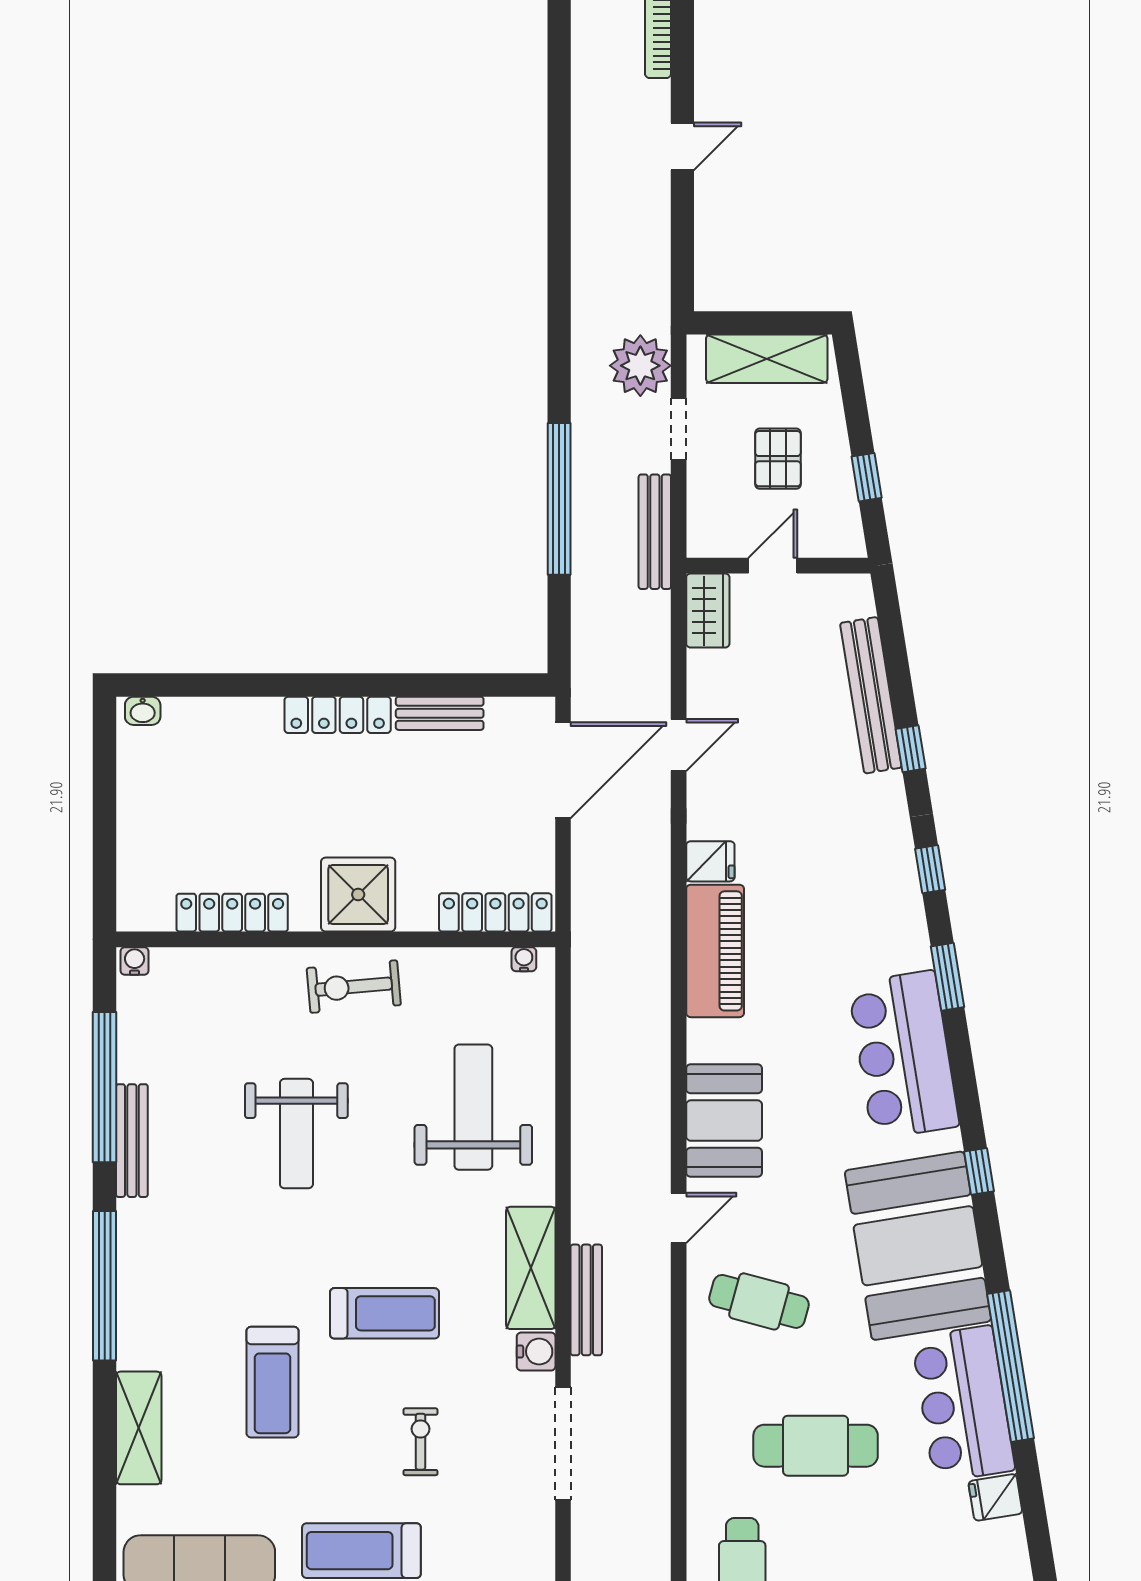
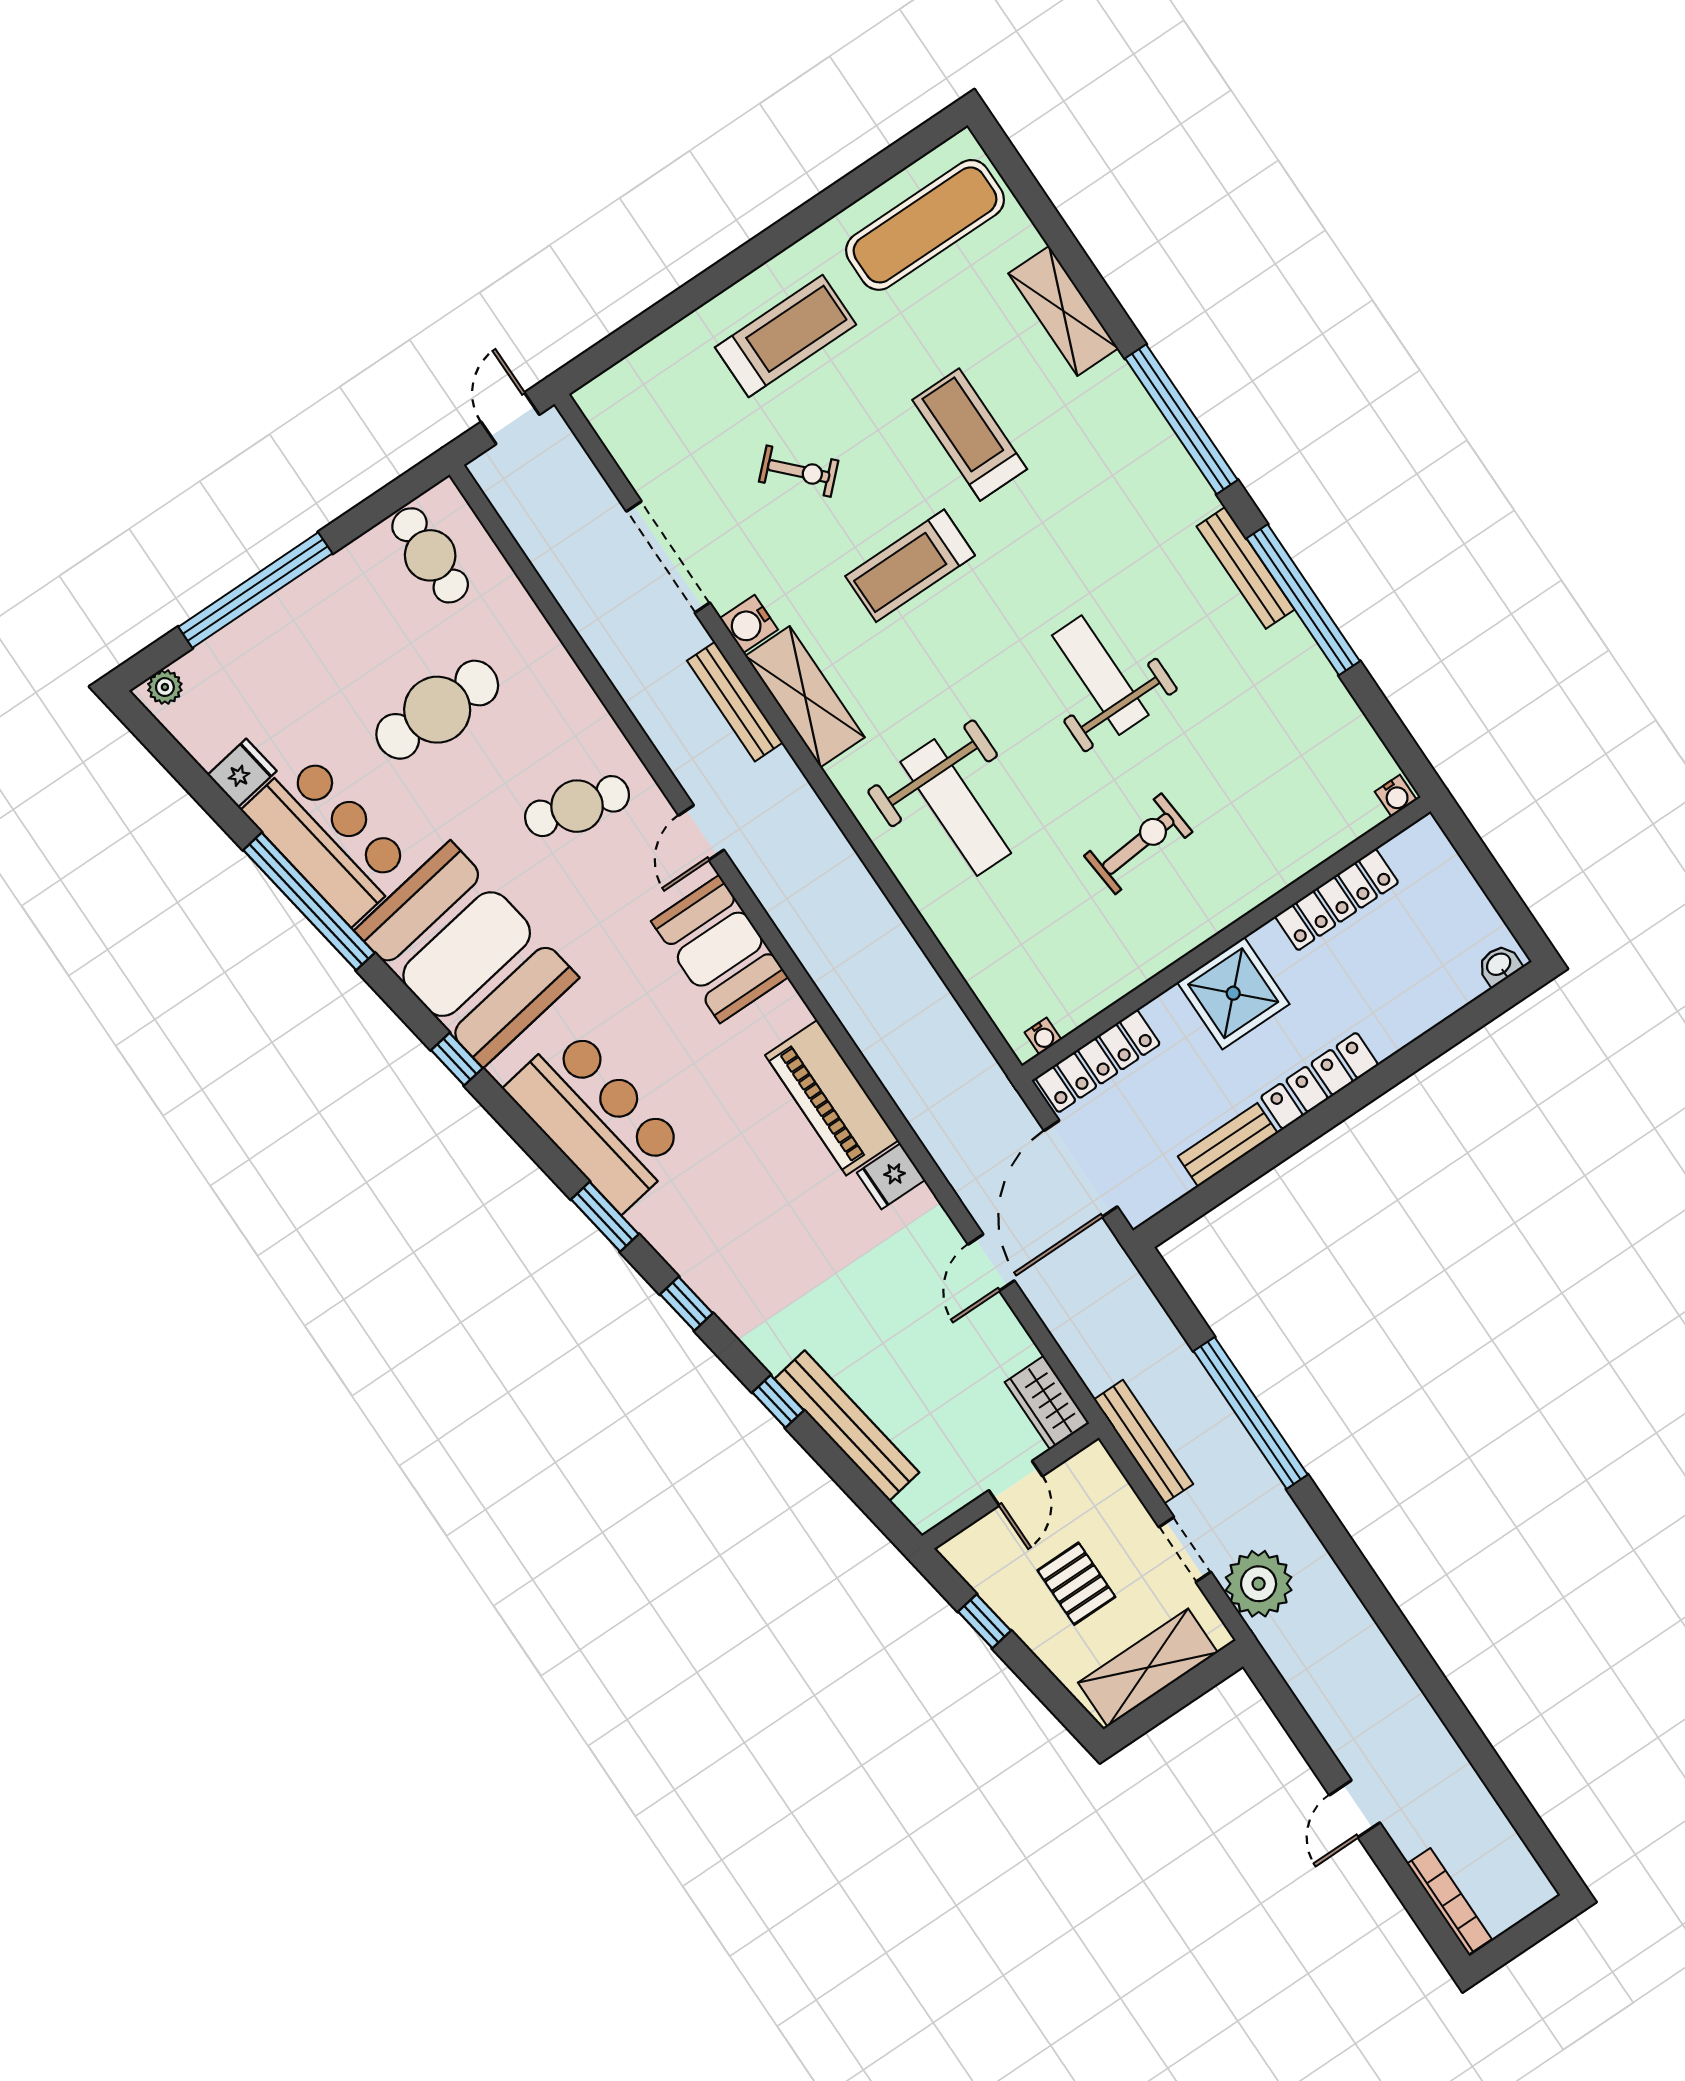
shower: (358, 895) -> (1233, 993), moved
locker: (495, 912) -> (1098, 1061), moved
locker: (232, 913) -> (1337, 900), moved
wall: (336, 939) -> (1226, 939), moved
water cooler: (524, 959) -> (1043, 1036), moved
water cooler: (135, 961) -> (1396, 796), moved
exercise bike: (420, 1442) -> (799, 471), turned -44

